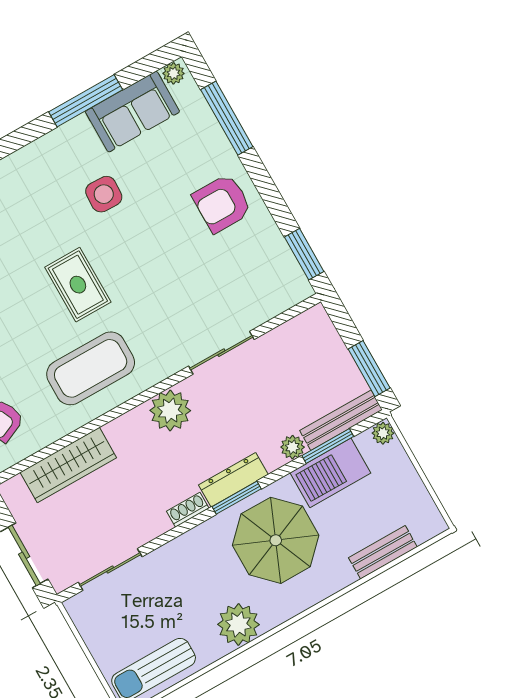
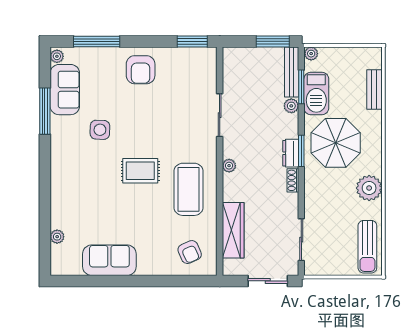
plant: (170, 411) -> (229, 166), width x0.53, depth x0.53
dresser: (233, 480) -> (291, 153), width x0.70

